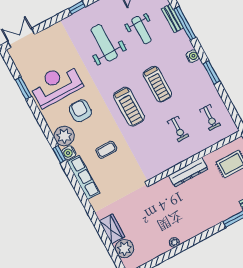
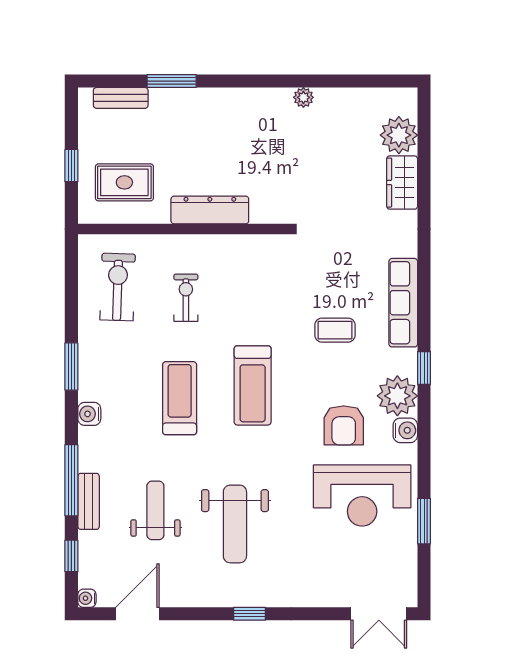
treadmill: (129, 107) -> (253, 385), turned 180
exercise bike: (210, 117) -> (118, 287), width x1.38, depth x1.39
water cooler: (69, 153) -> (405, 430), moved

